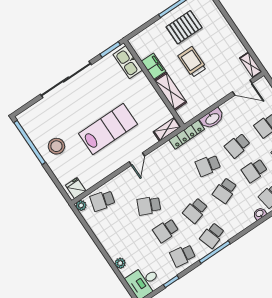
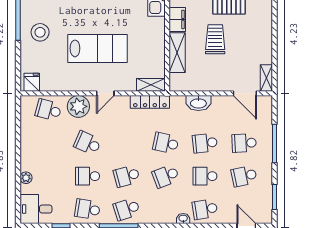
locker: (187, 135) -> (150, 102), moved
plant: (81, 205) -> (78, 106), moved, width x1.87, depth x1.87

